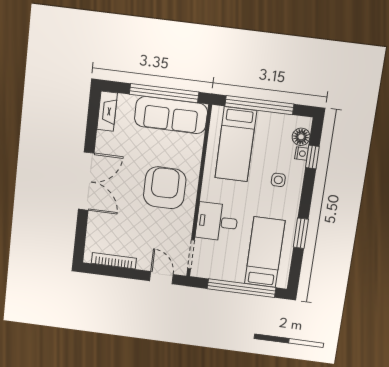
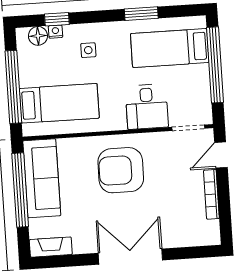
bookcase: (114, 261) -> (211, 194), moved

